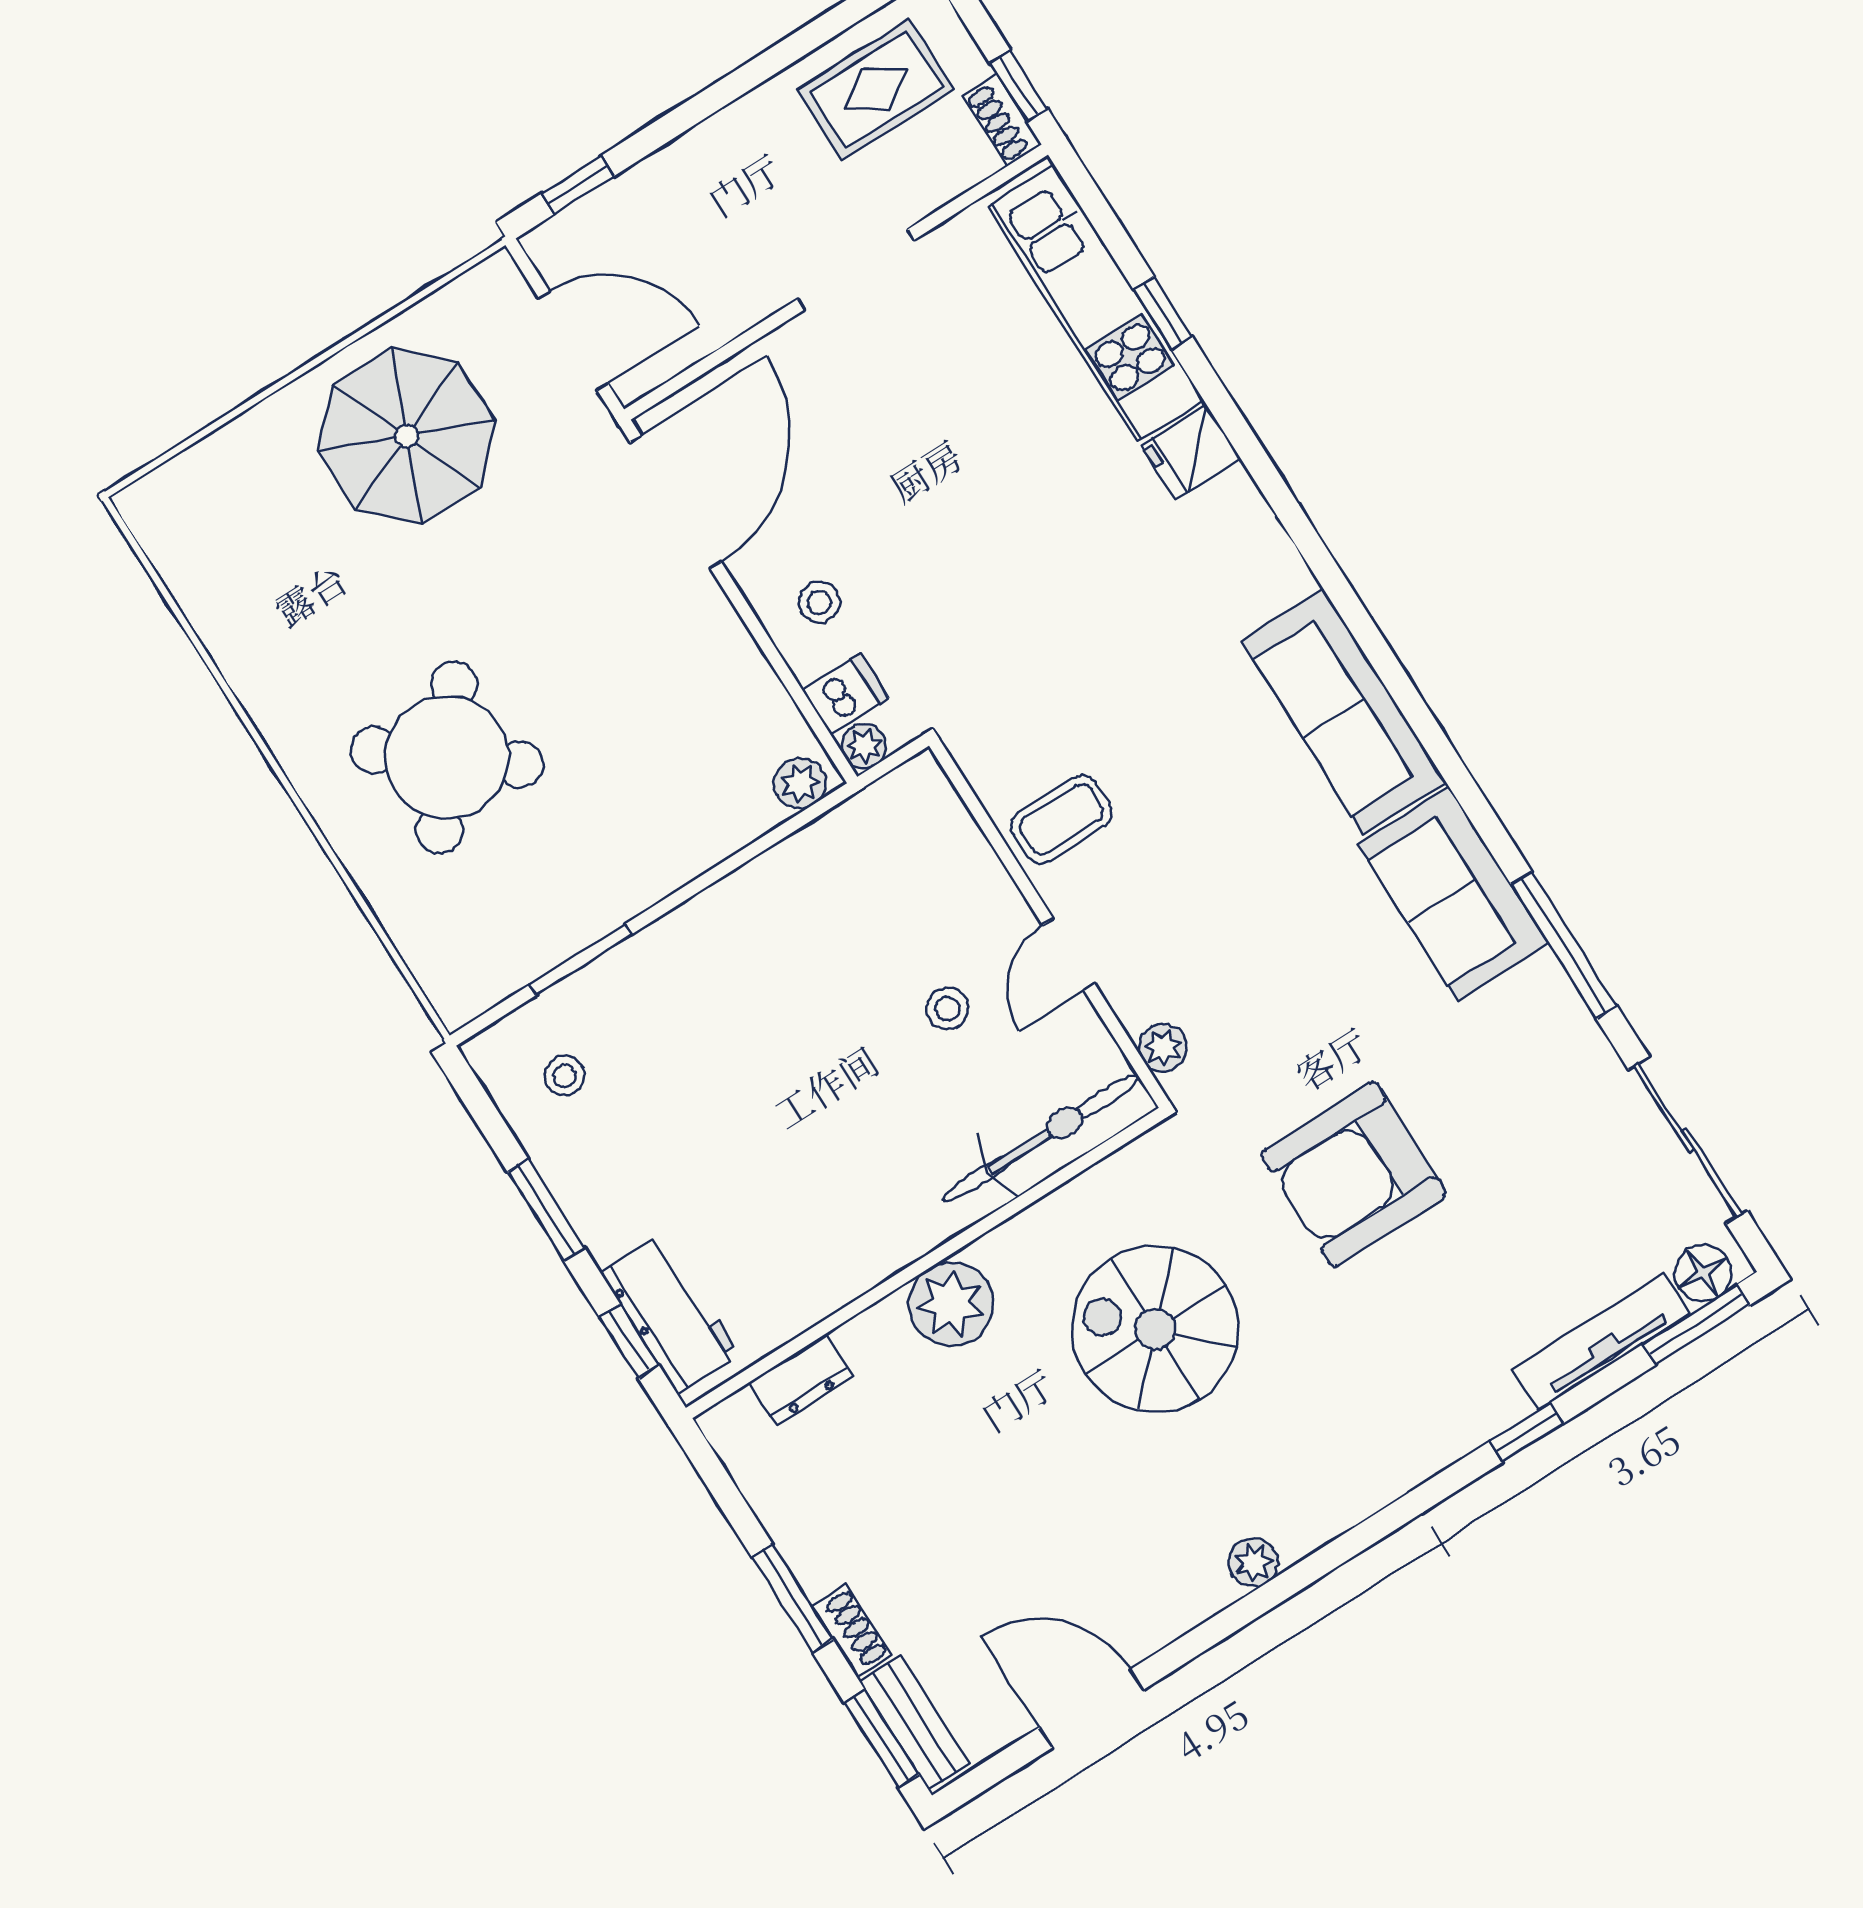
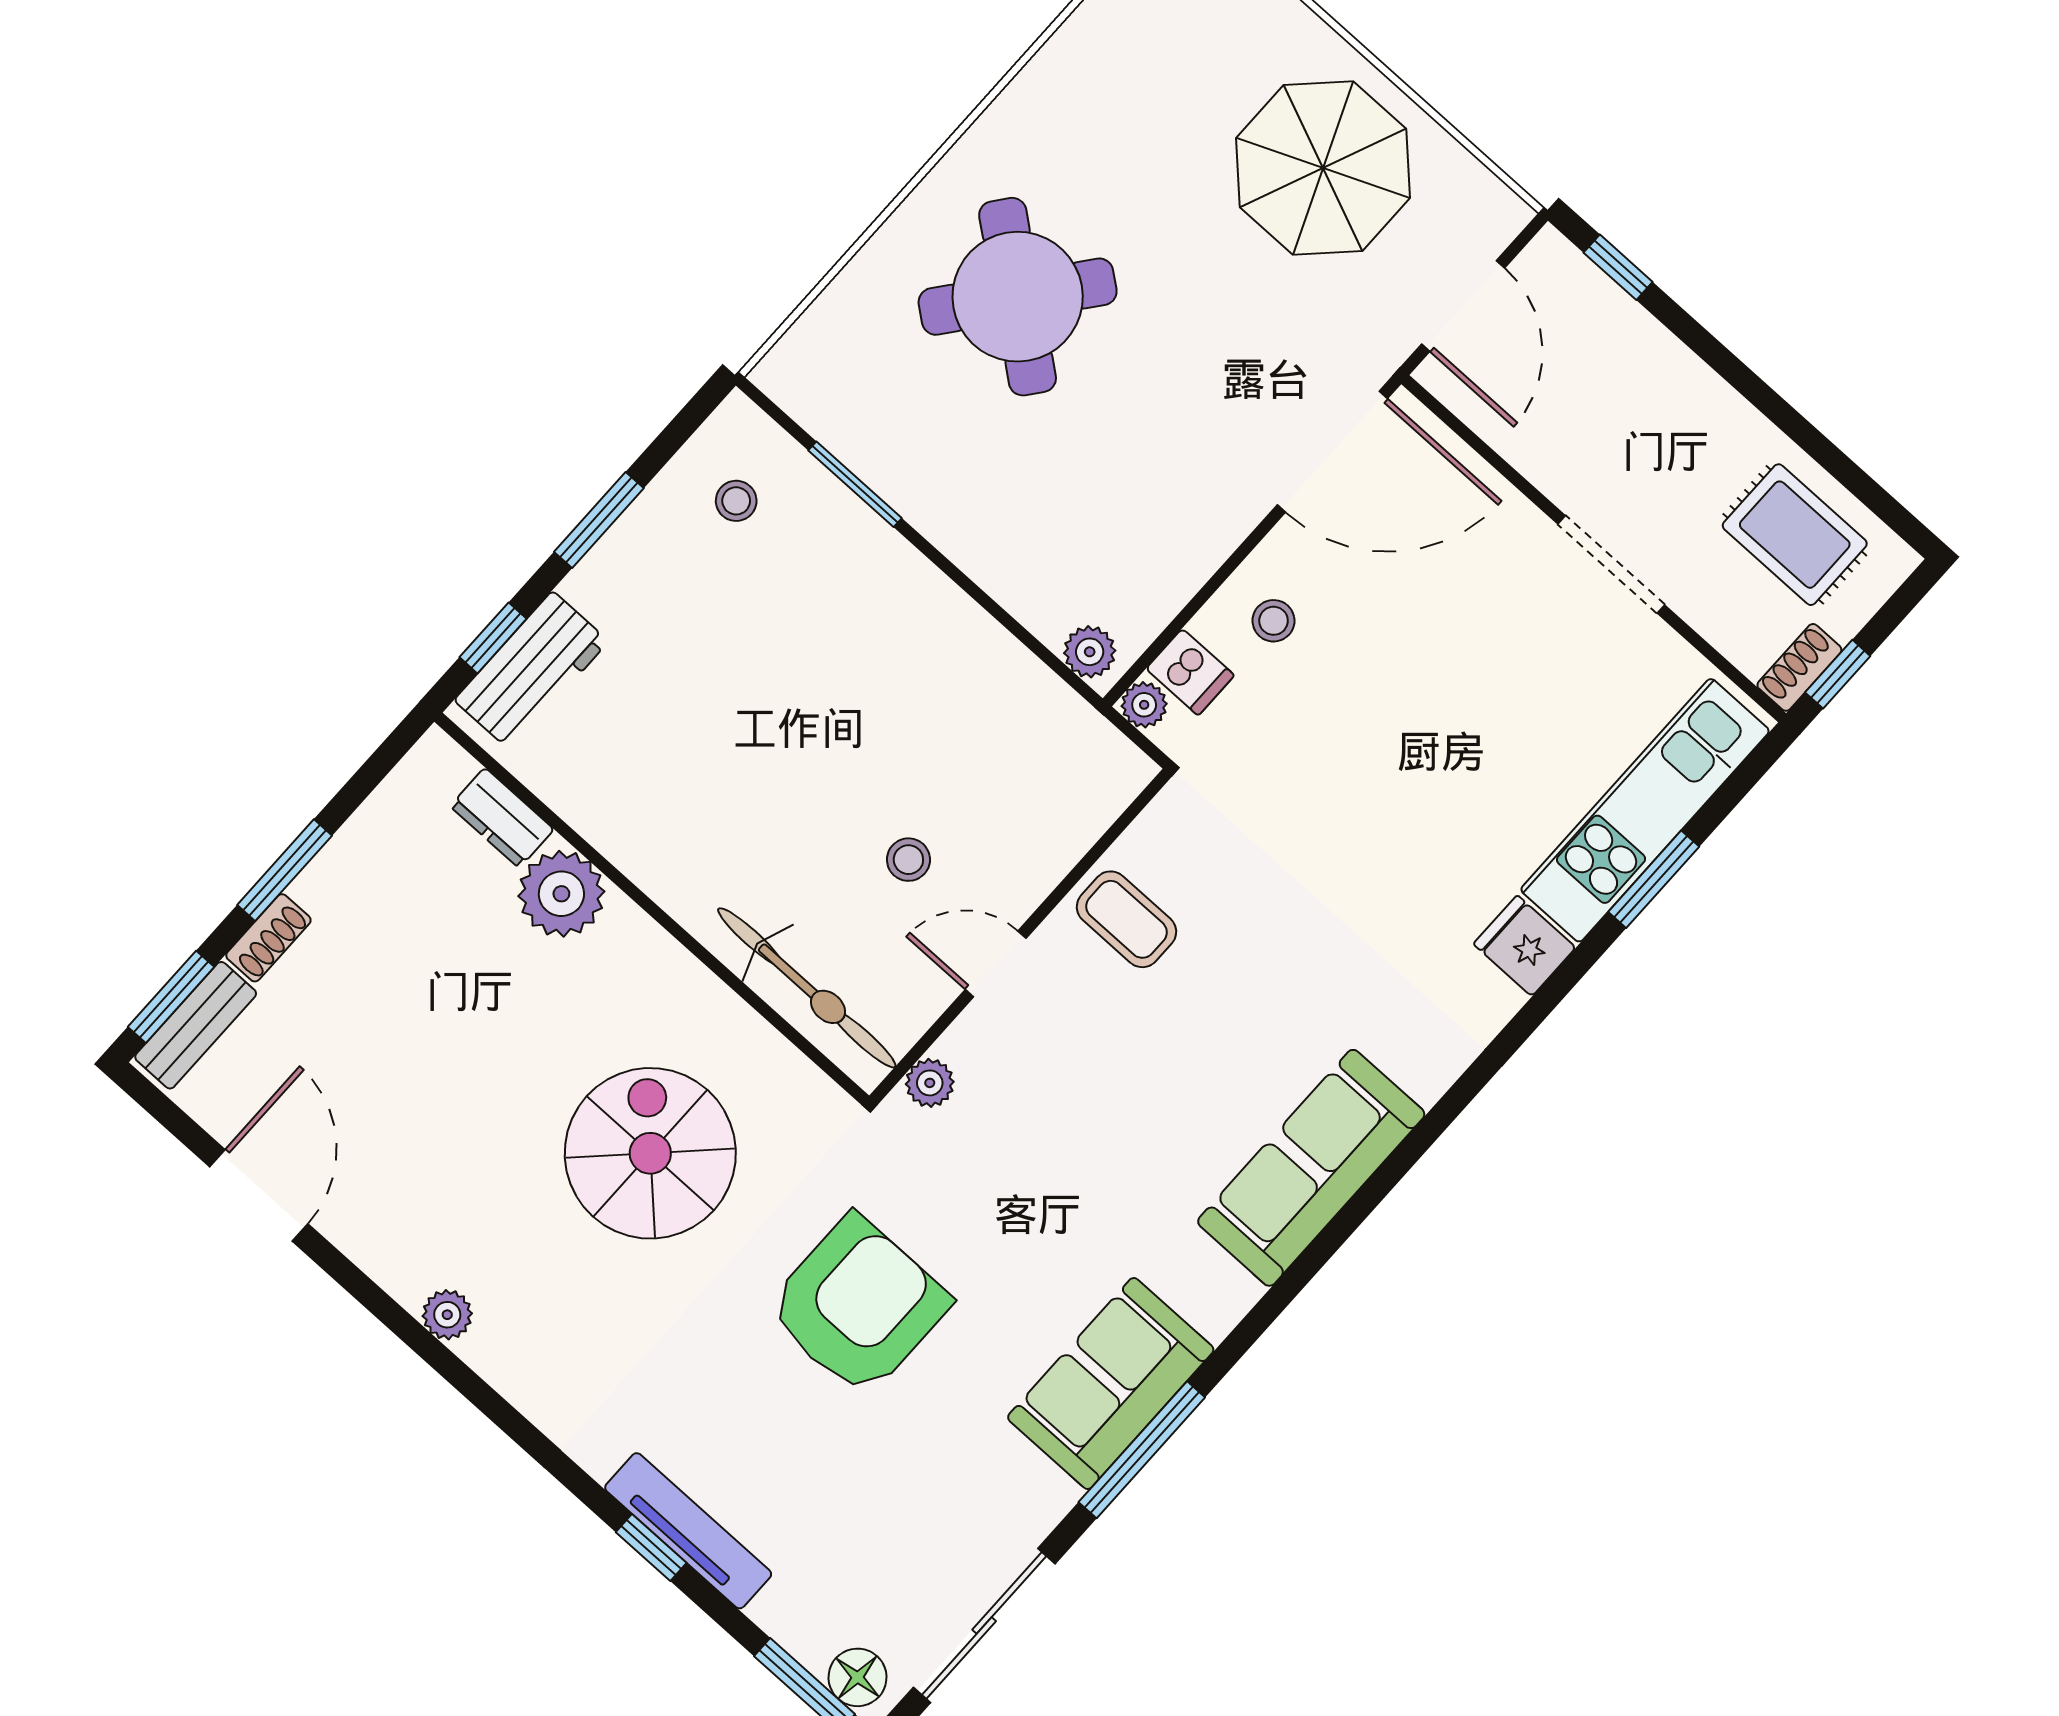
window: (1163, 313) -> (1654, 879), width x1.50
sofa: (1454, 894) -> (1111, 1384), moved
armchair: (1354, 1174) -> (858, 1306), turned 90
plant: (951, 1304) -> (561, 894), moved
tv unit: (1601, 1342) -> (688, 1531), moved

